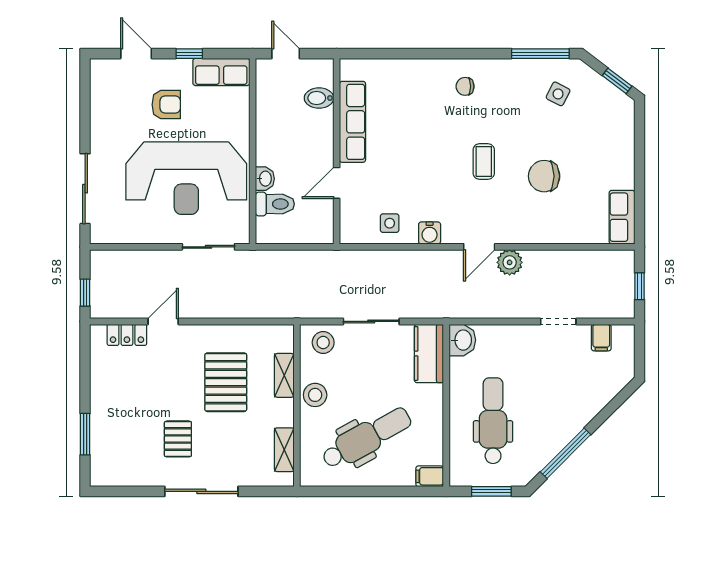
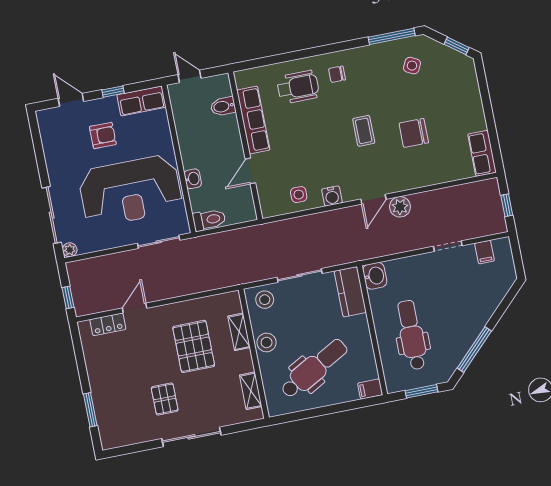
wheelchair: (415, 93) -> (298, 87), added
toilet: (275, 204) -> (209, 220), moved
plant: (99, 235) -> (70, 250), added

